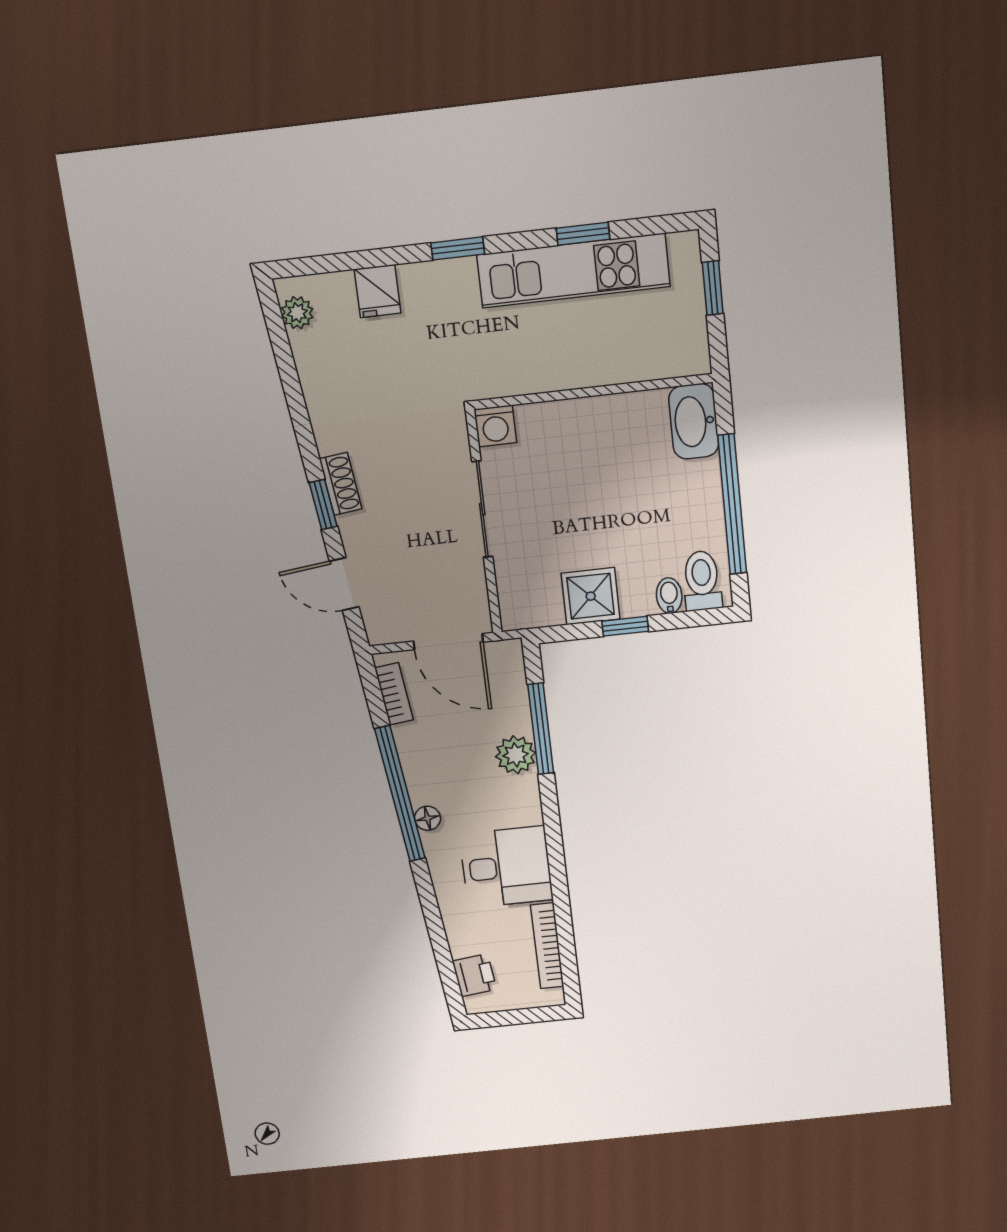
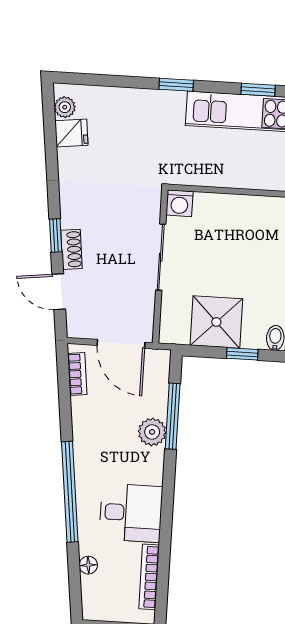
fridge: (378, 291) -> (71, 133), moved, turned -97
shoe rack: (341, 484) -> (72, 249), moved
shower: (591, 596) -> (216, 322), width x1.36, depth x1.36
window: (400, 794) -> (70, 492), moved
floor lamp: (428, 818) -> (88, 565), moved
printer: (474, 975) -> (94, 590), removed

